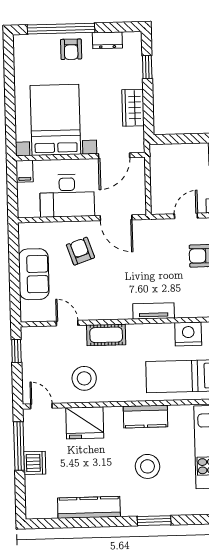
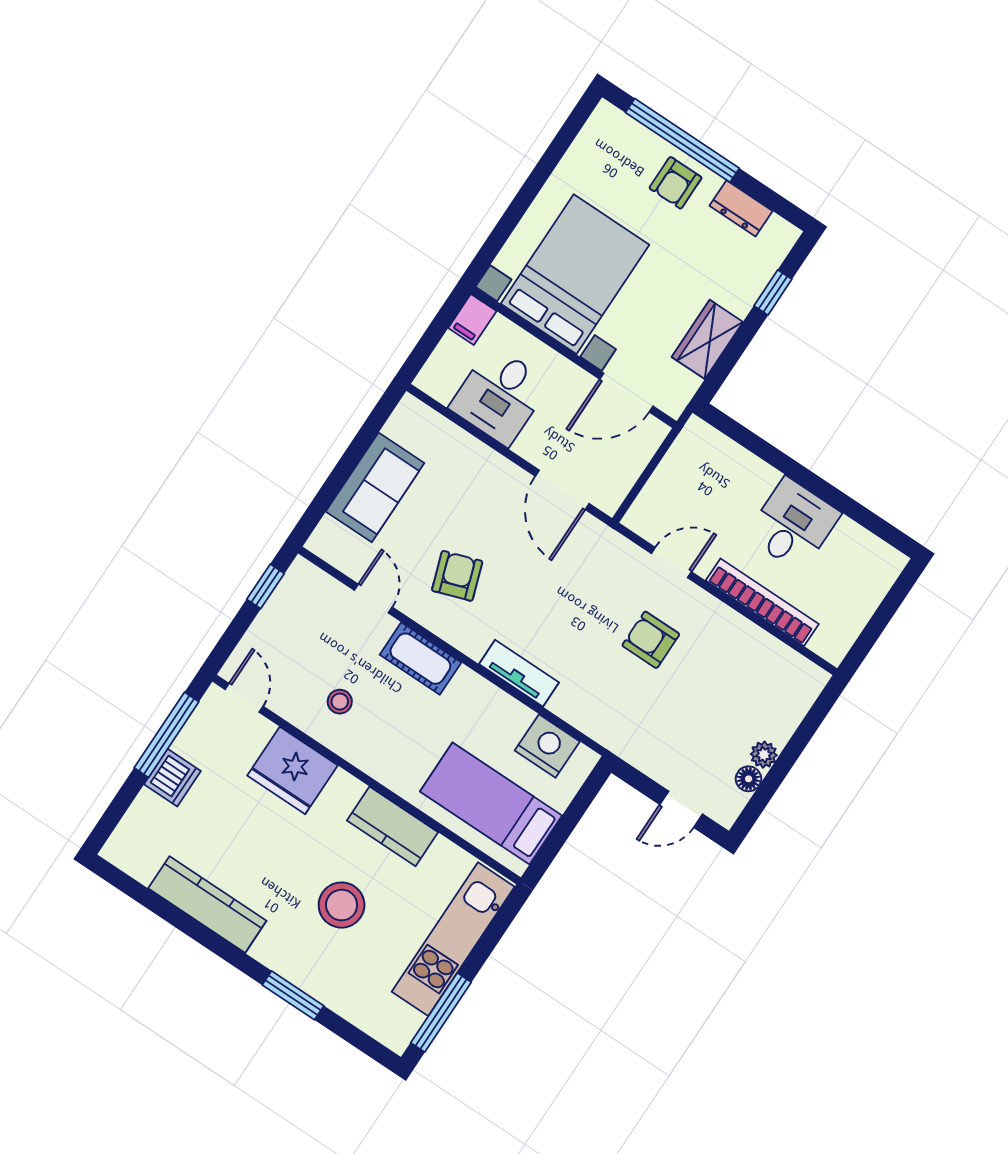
desk: (67, 196) -> (500, 395), width x0.73
armchair: (80, 251) -> (457, 576), moved
stool: (84, 378) -> (340, 702), width x0.53, depth x0.53

